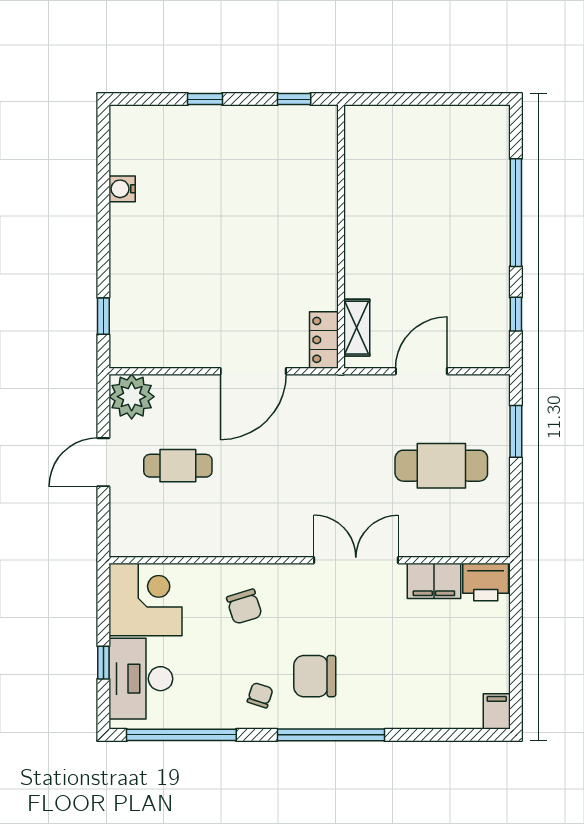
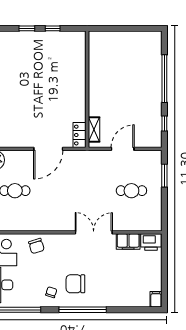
window: (294, 99) -> (53, 28), moved
cafe table: (441, 466) -> (131, 191), width x0.73, depth x0.74
chair: (244, 607) -> (36, 246), moved

